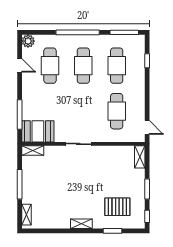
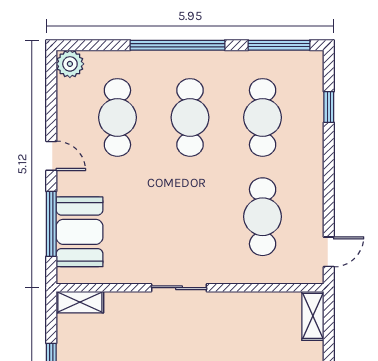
door: (20, 65) -> (51, 156), moved
door: (147, 127) -> (329, 252), hinge flipped
booth: (38, 131) -> (79, 232), moved, turned 90

